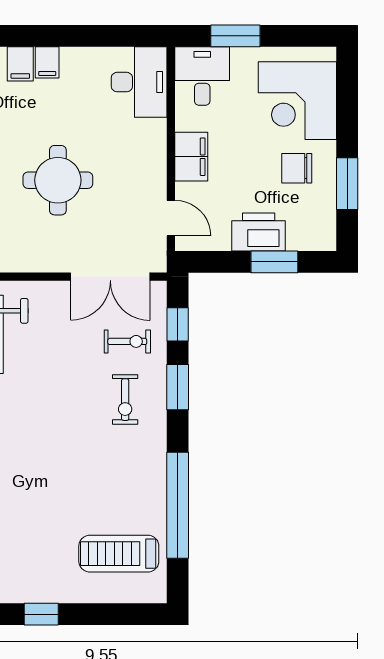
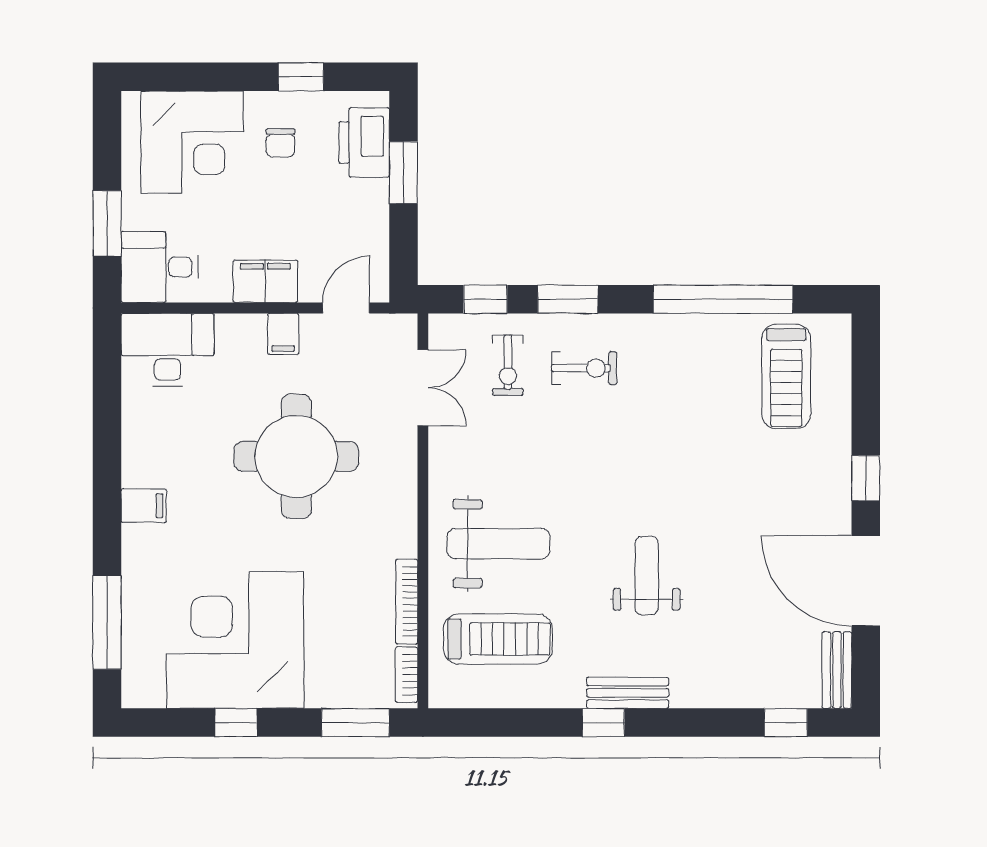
filing cabinet: (47, 62) -> (283, 334), moved, turned 90
chair: (297, 168) -> (281, 143), width x0.73, depth x0.73
round table: (58, 180) -> (296, 456), width x1.36, depth x1.36
window: (347, 184) -> (301, 77), width x0.67
printer: (259, 232) -> (364, 142), moved
double door: (110, 277) -> (423, 388), width x0.73
exercise bike: (127, 341) -> (508, 365), turned 180

